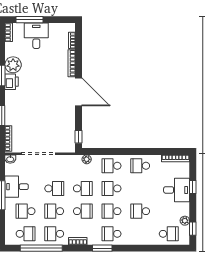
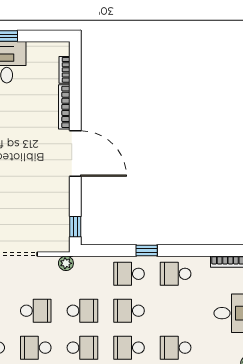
window: (122, 151) -> (147, 251), added
plant: (87, 159) -> (66, 263), moved

